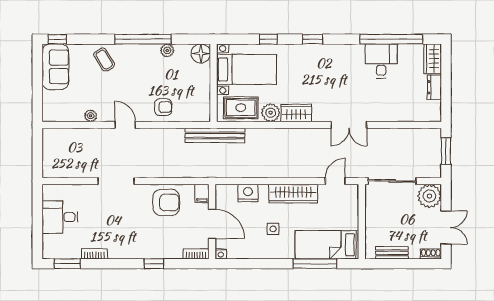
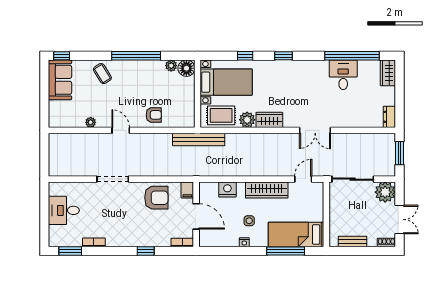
plant: (167, 50) -> (171, 66), moved
dresser: (434, 87) -> (389, 117), moved
nightstand: (221, 254) -> (244, 242), moved

